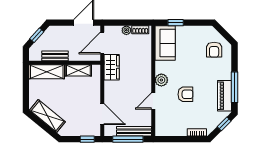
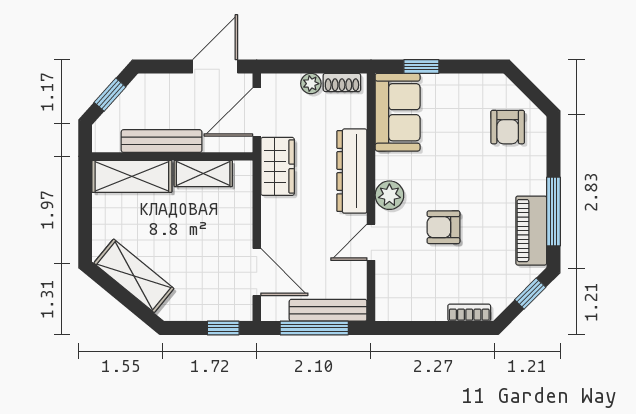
bench: (55, 56) -> (162, 141), width x1.36
dresser: (145, 69) -> (352, 171), added
armchair: (185, 94) -> (443, 227), turned 180

